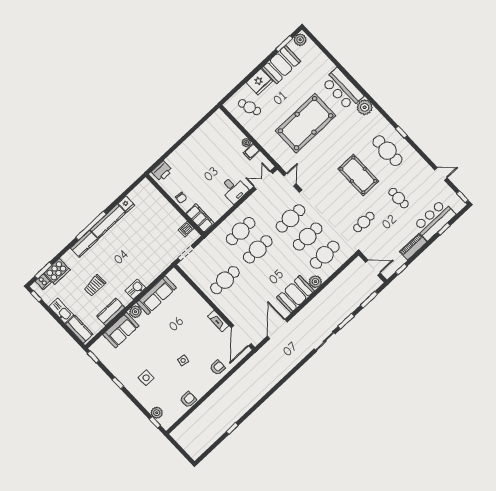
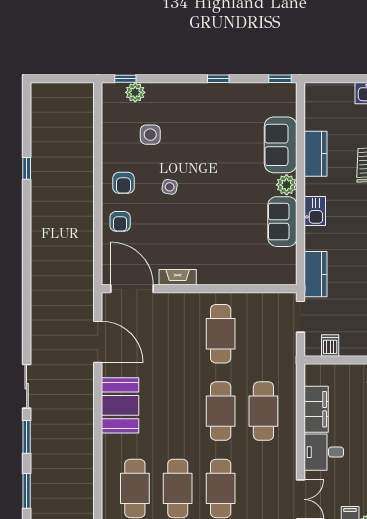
filing cabinet: (200, 218) -> (316, 409), moved, turned -90
plant: (315, 282) -> (112, 445), removed
sofa: (157, 295) -> (282, 222), width x0.73
kitchen counter: (79, 329) -> (315, 274), moved, turned -90
side table: (146, 378) -> (150, 135), moved
armchair: (188, 400) -> (123, 183), moved

